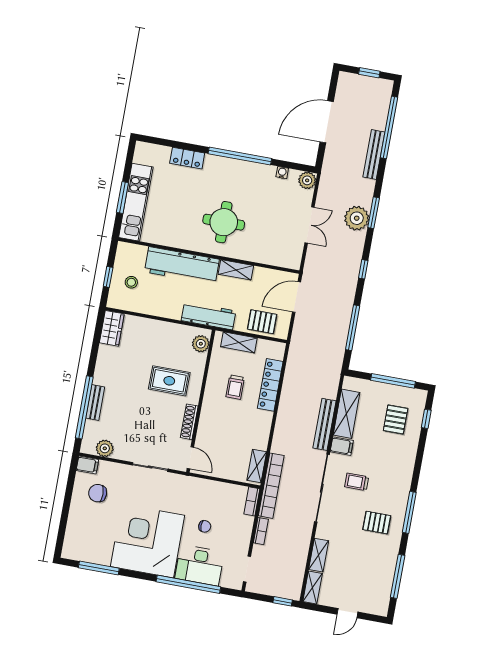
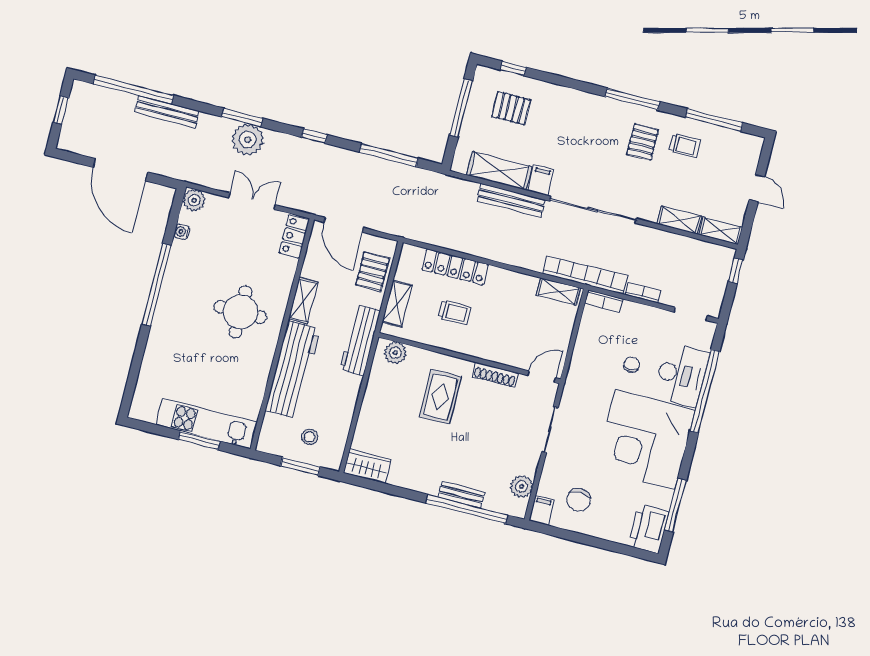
locker: (187, 158) -> (294, 236), moved, turned 180
window: (108, 277) -> (300, 466), width x1.50
trolley: (357, 482) -> (685, 146), moved, turned -90
printer: (79, 549) -> (649, 529), added

